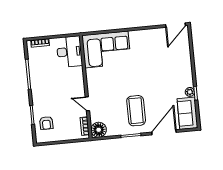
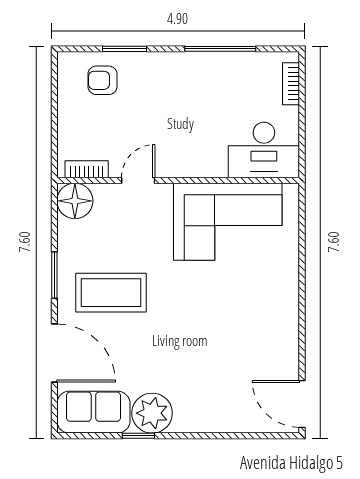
corner sofa: (106, 49) -> (228, 222), moved, turned -90
plant: (190, 92) -> (152, 413), width x1.87, depth x1.87

